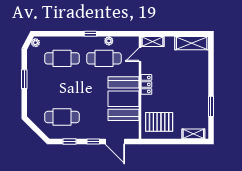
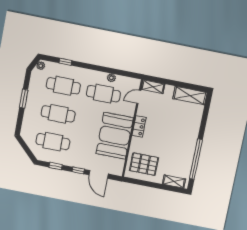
window: (90, 34) -> (65, 62), moved
cafe table: (62, 88) -> (58, 114), added
window: (211, 106) -> (196, 159), width x2.11

